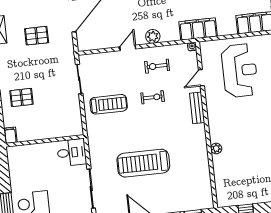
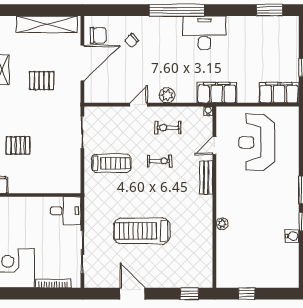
reception desk: (240, 70) -> (257, 142), turned 180

